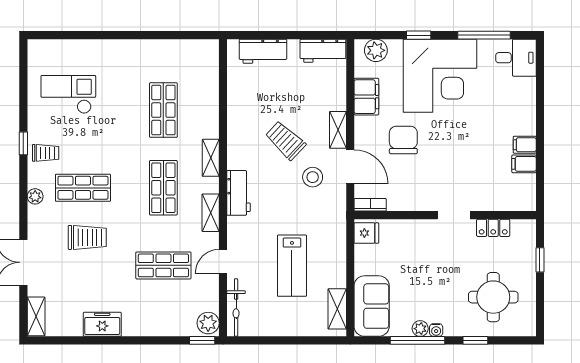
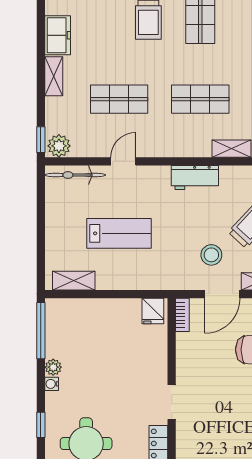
shelving: (211, 213) -> (54, 76), moved, turned 90
door: (223, 261) -> (123, 161), hinge flipped
shop shelf: (163, 265) -> (119, 99), turned 90
lab bench: (292, 266) -> (119, 233), turned 180
sofa: (372, 306) -> (77, 317), removed
window: (417, 340) -> (41, 331), moved

